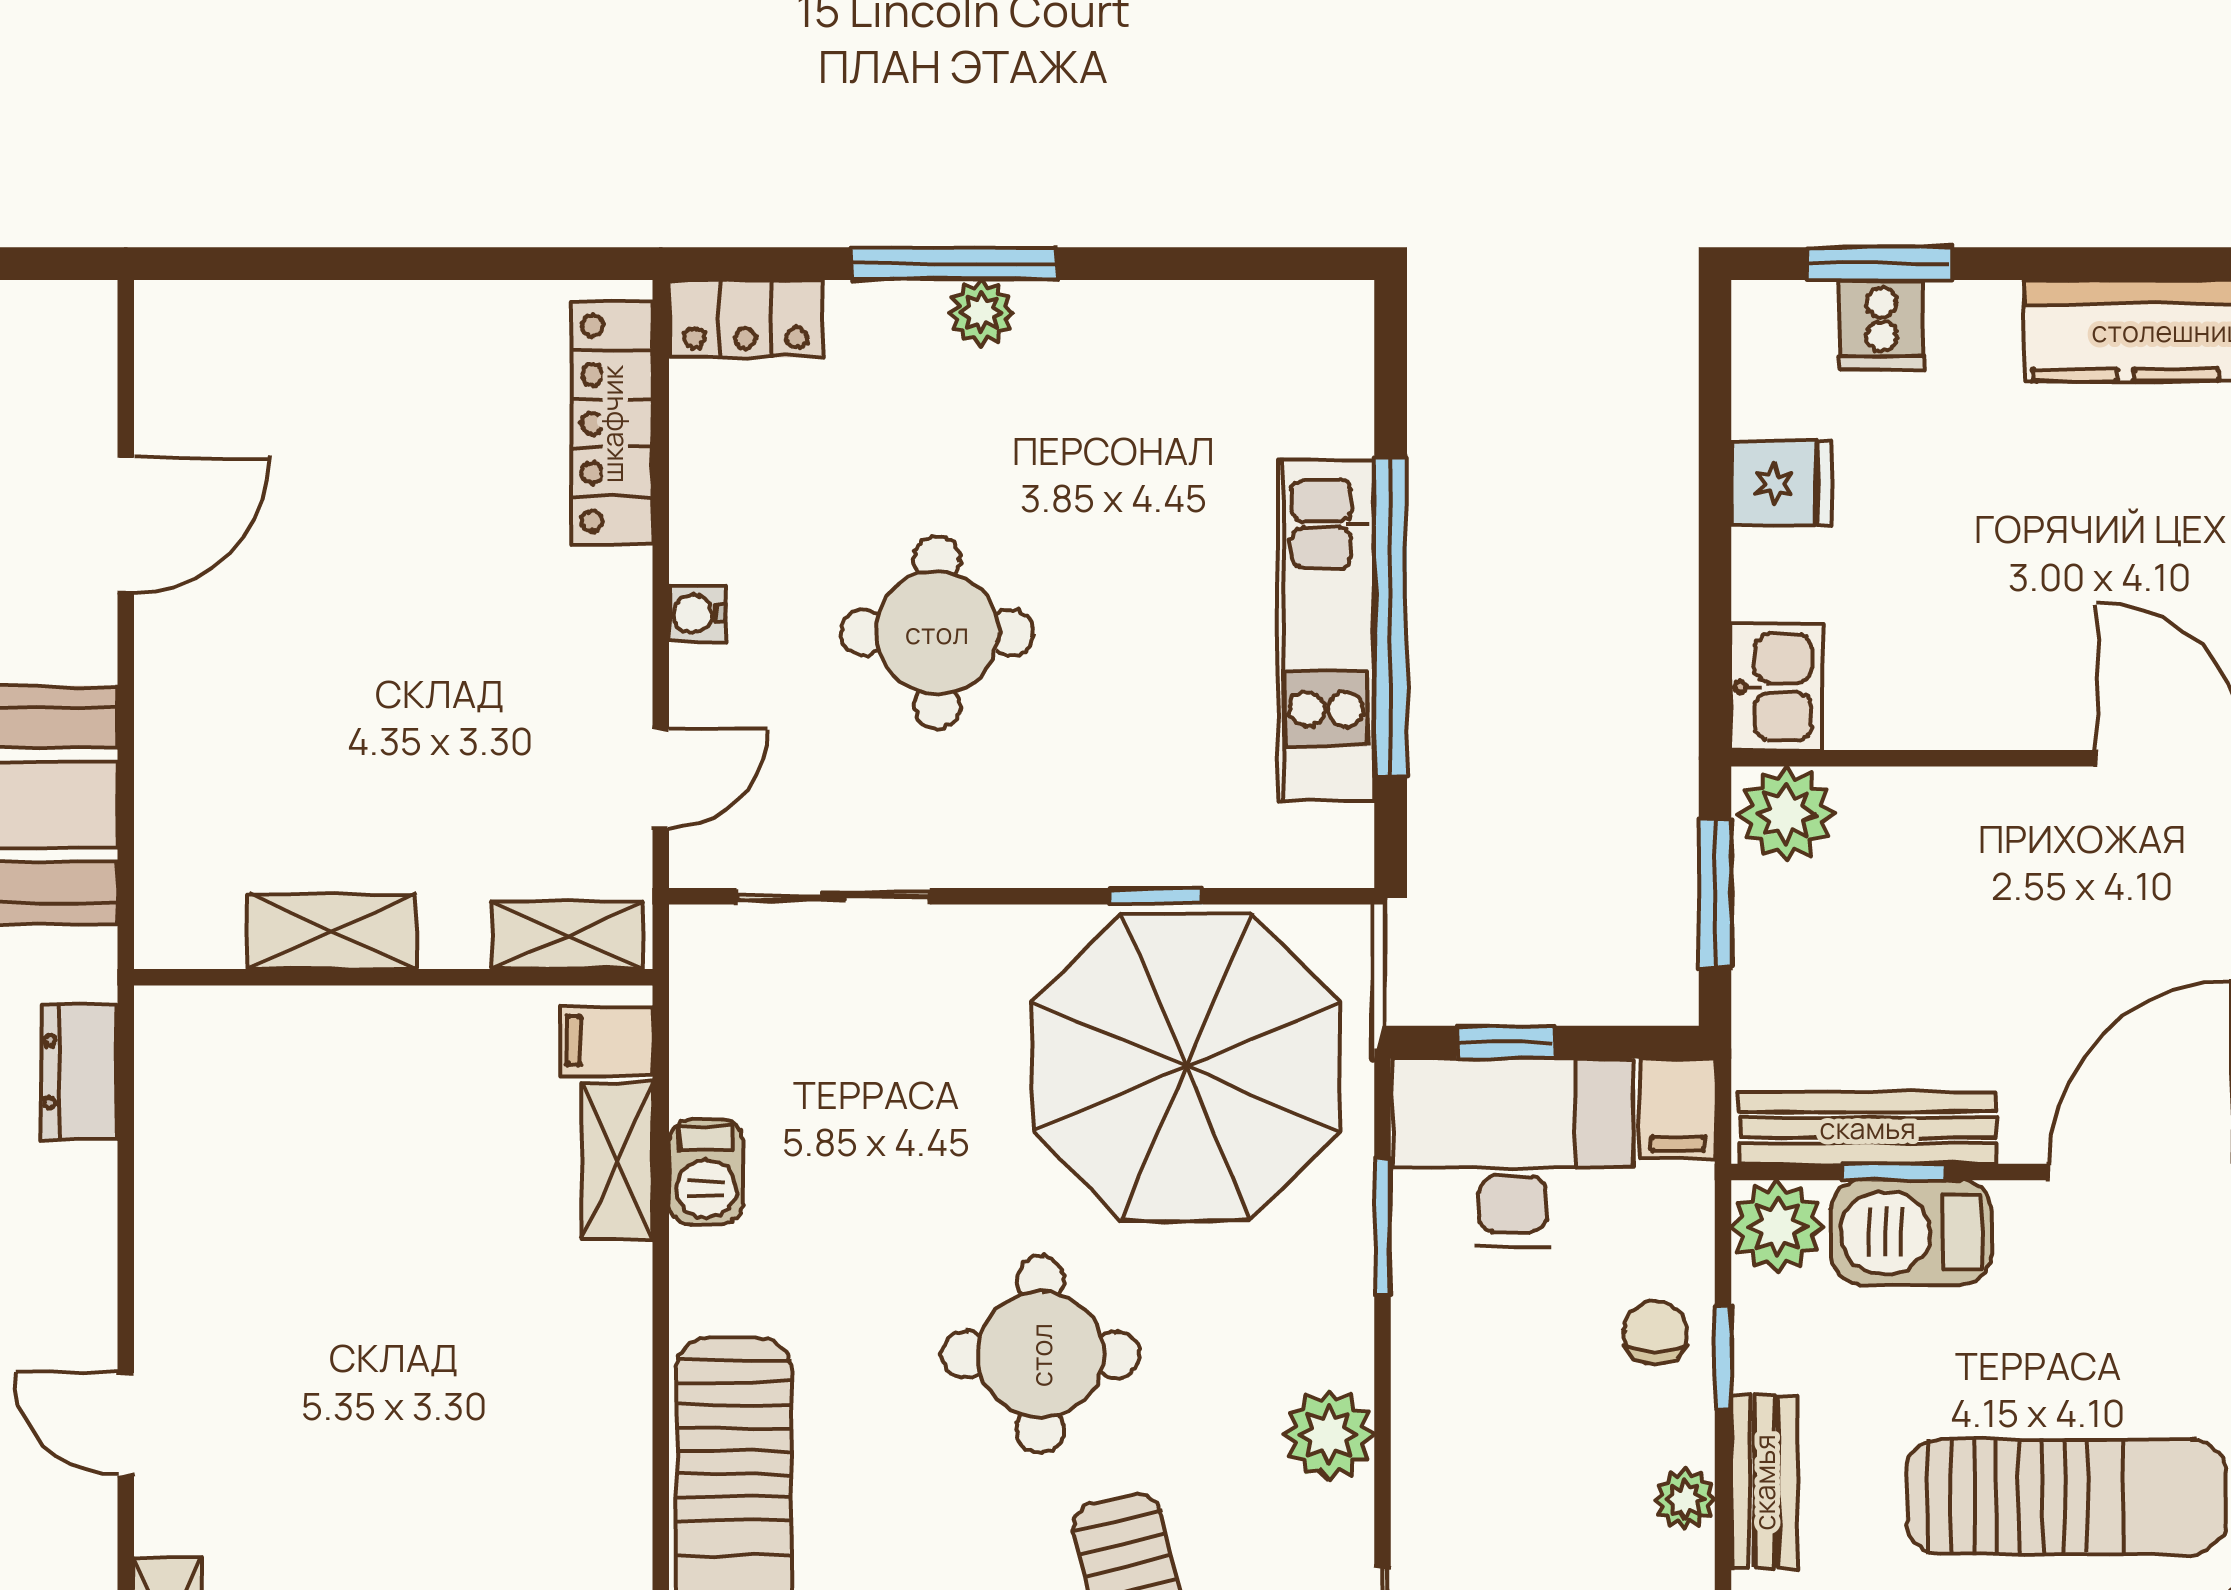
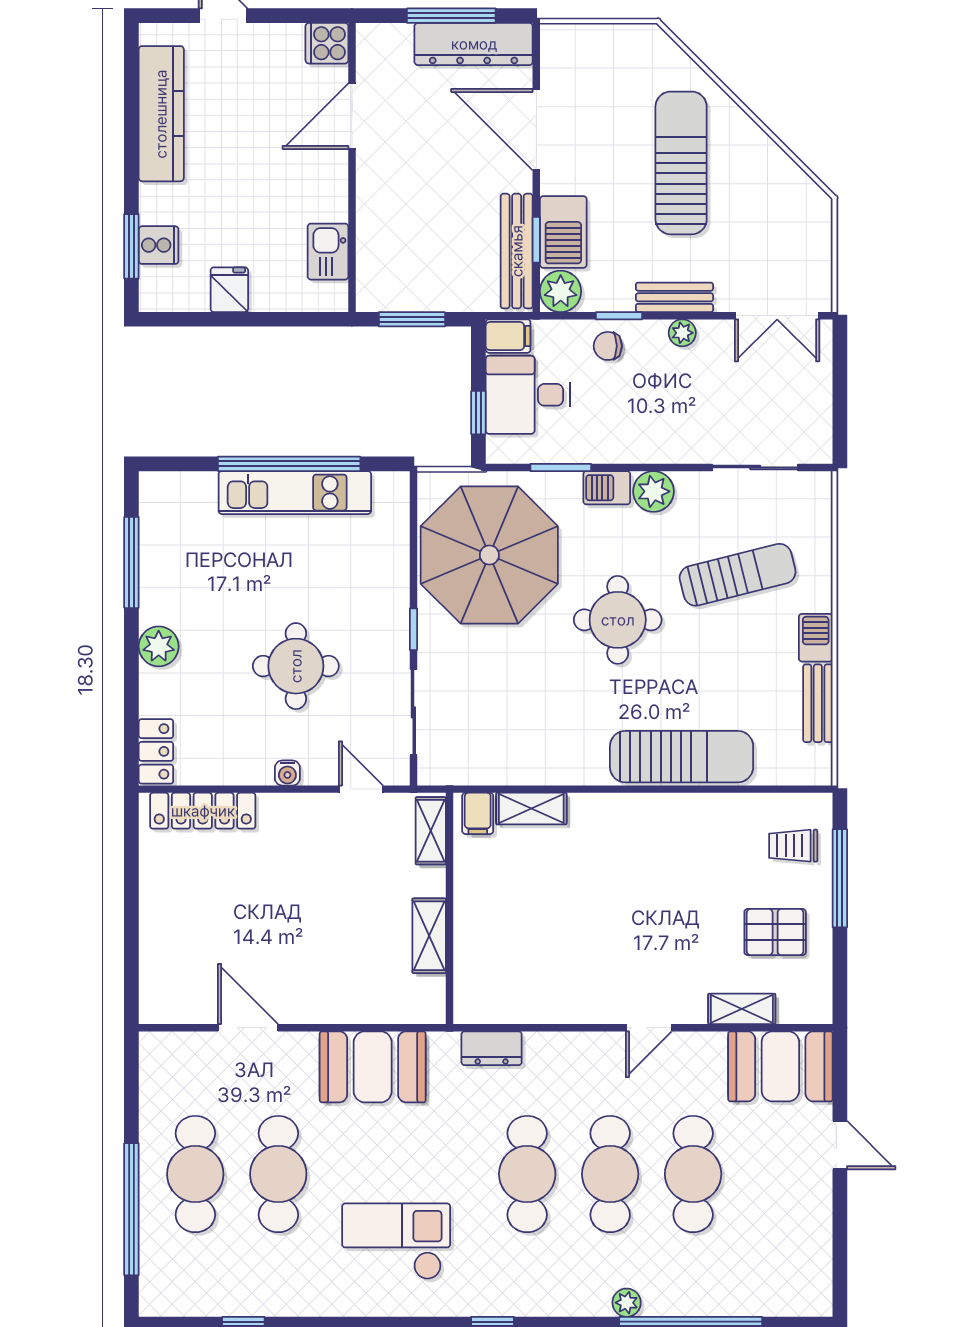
window: (954, 264) -> (131, 562), moved
plant: (981, 313) -> (159, 646), width x1.38, depth x1.38
kitchen sink: (1777, 687) -> (328, 252), moved, turned -90
plant: (1787, 814) -> (377, 287), removed
window: (1155, 896) -> (413, 629), moved
desk: (1513, 1153) -> (528, 395), width x0.73
barbecue: (706, 1172) -> (607, 488), moved, turned 180

